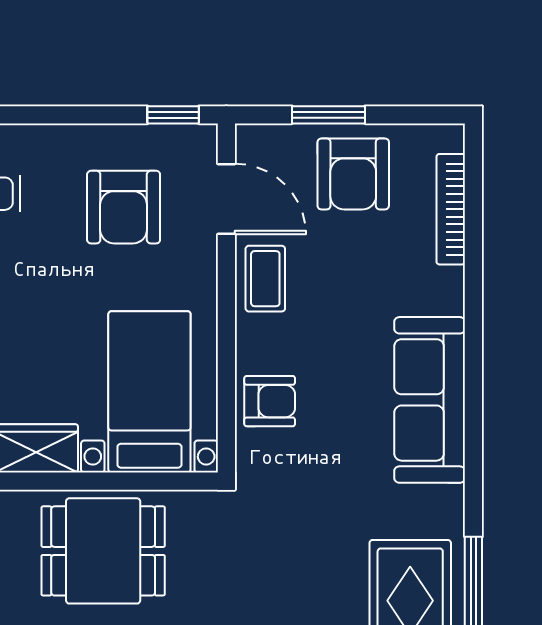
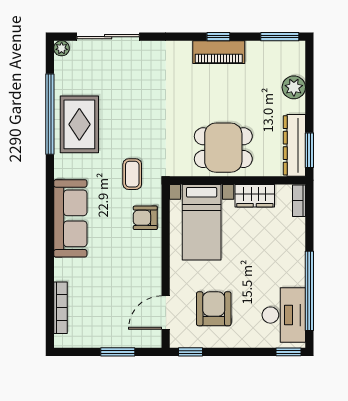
armchair: (353, 174) -> (106, 324), removed
door: (226, 199) -> (166, 313), hinge flipped
coffee table: (265, 279) -> (132, 174), moved

